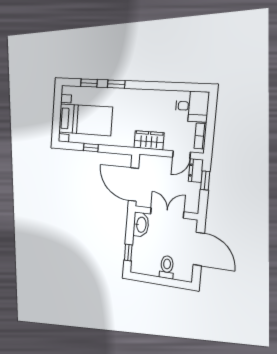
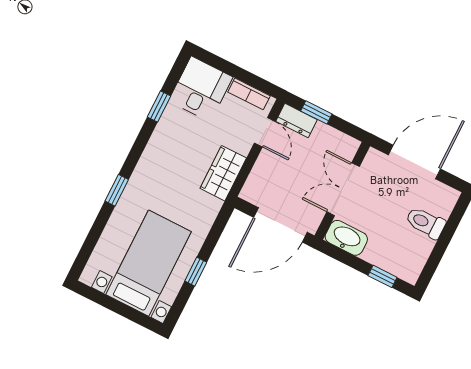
window: (89, 83) -> (159, 107), moved

